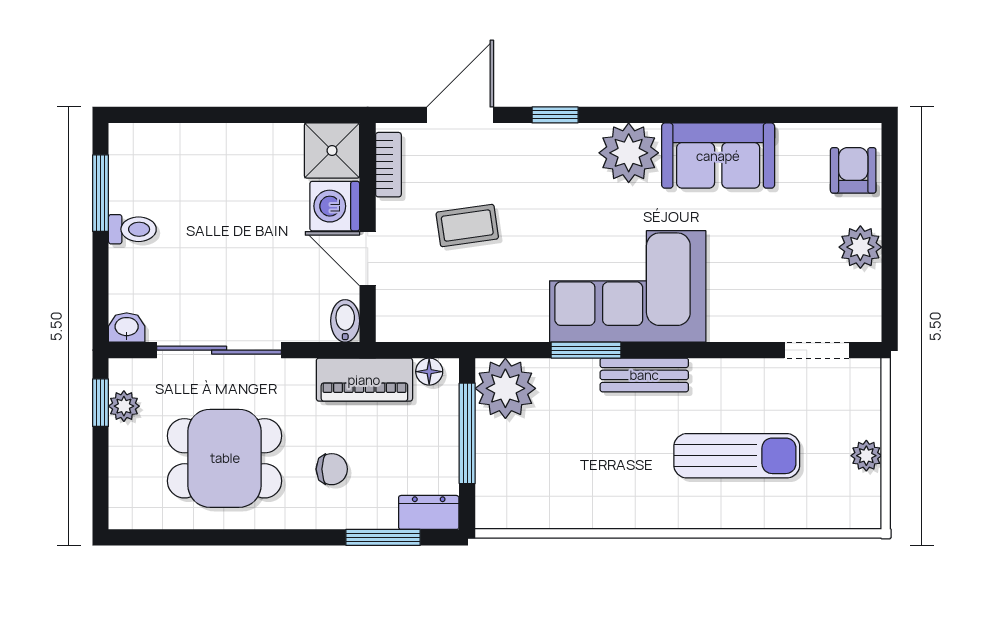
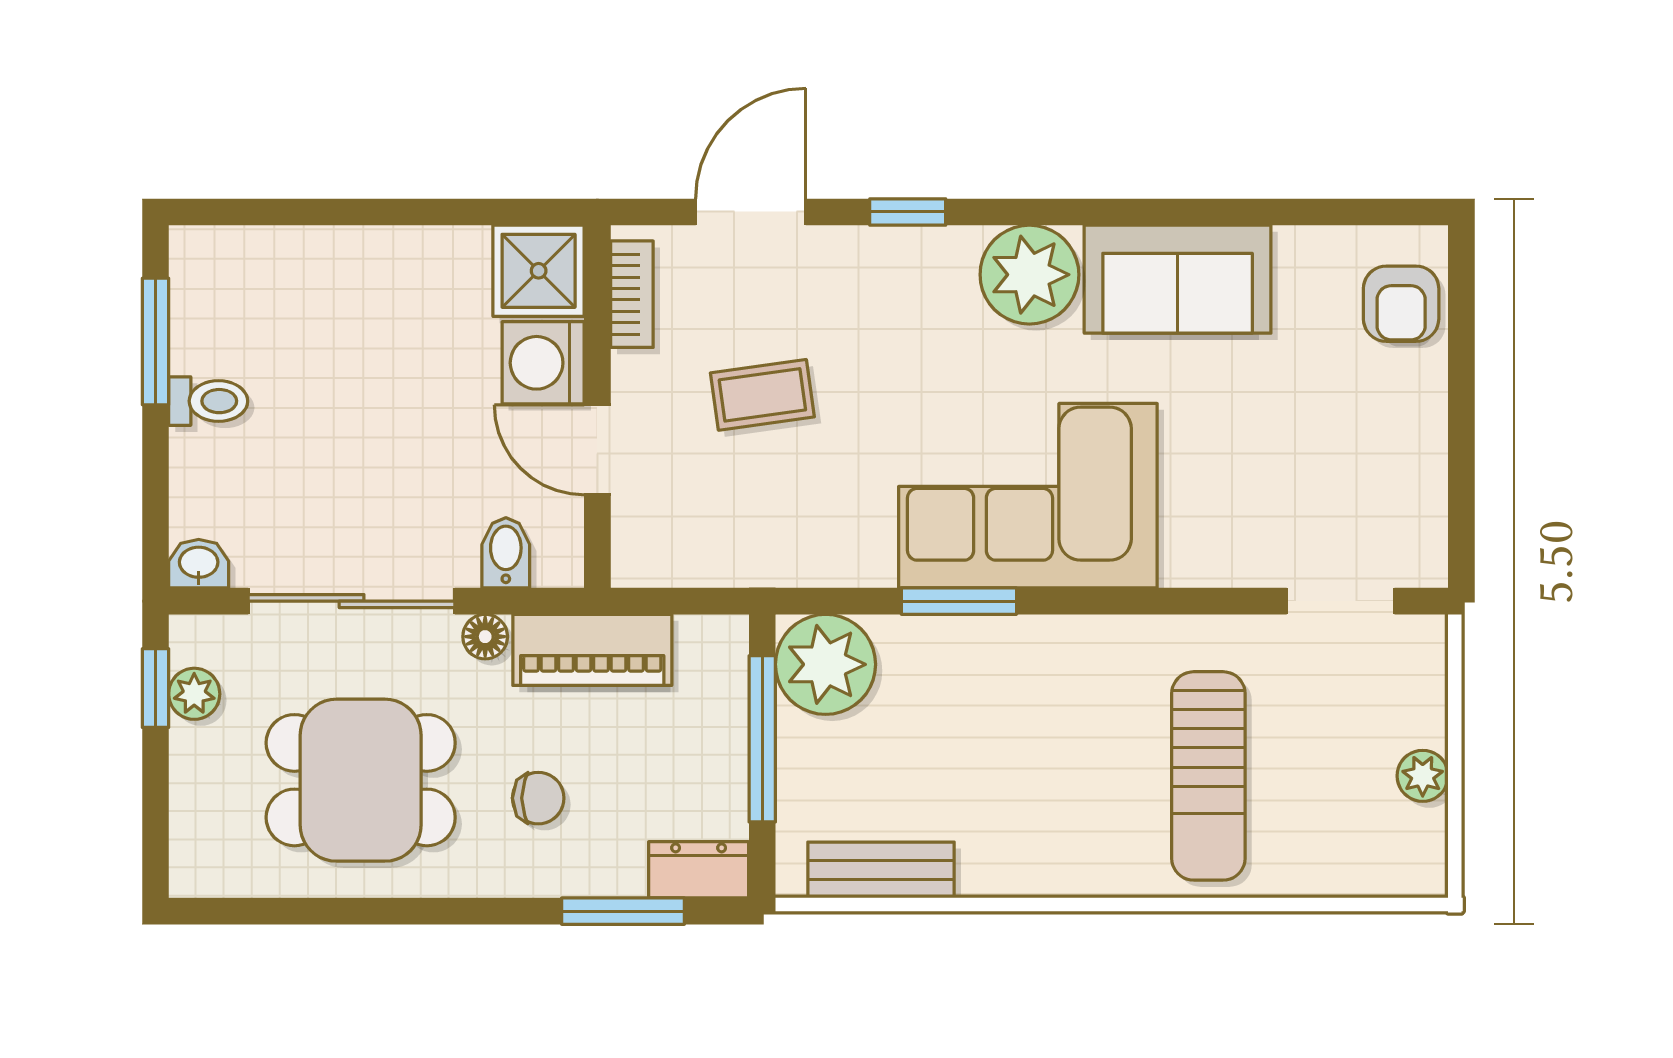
armchair: (853, 170) -> (1401, 304), turned 180
plant: (860, 247) -> (1413, 431), removed
bidet: (345, 321) -> (506, 553), moved
floor lamp: (429, 372) -> (485, 637), moved
bench: (644, 375) -> (881, 870), moved
sun lounger: (737, 456) -> (1208, 776), turned 90

